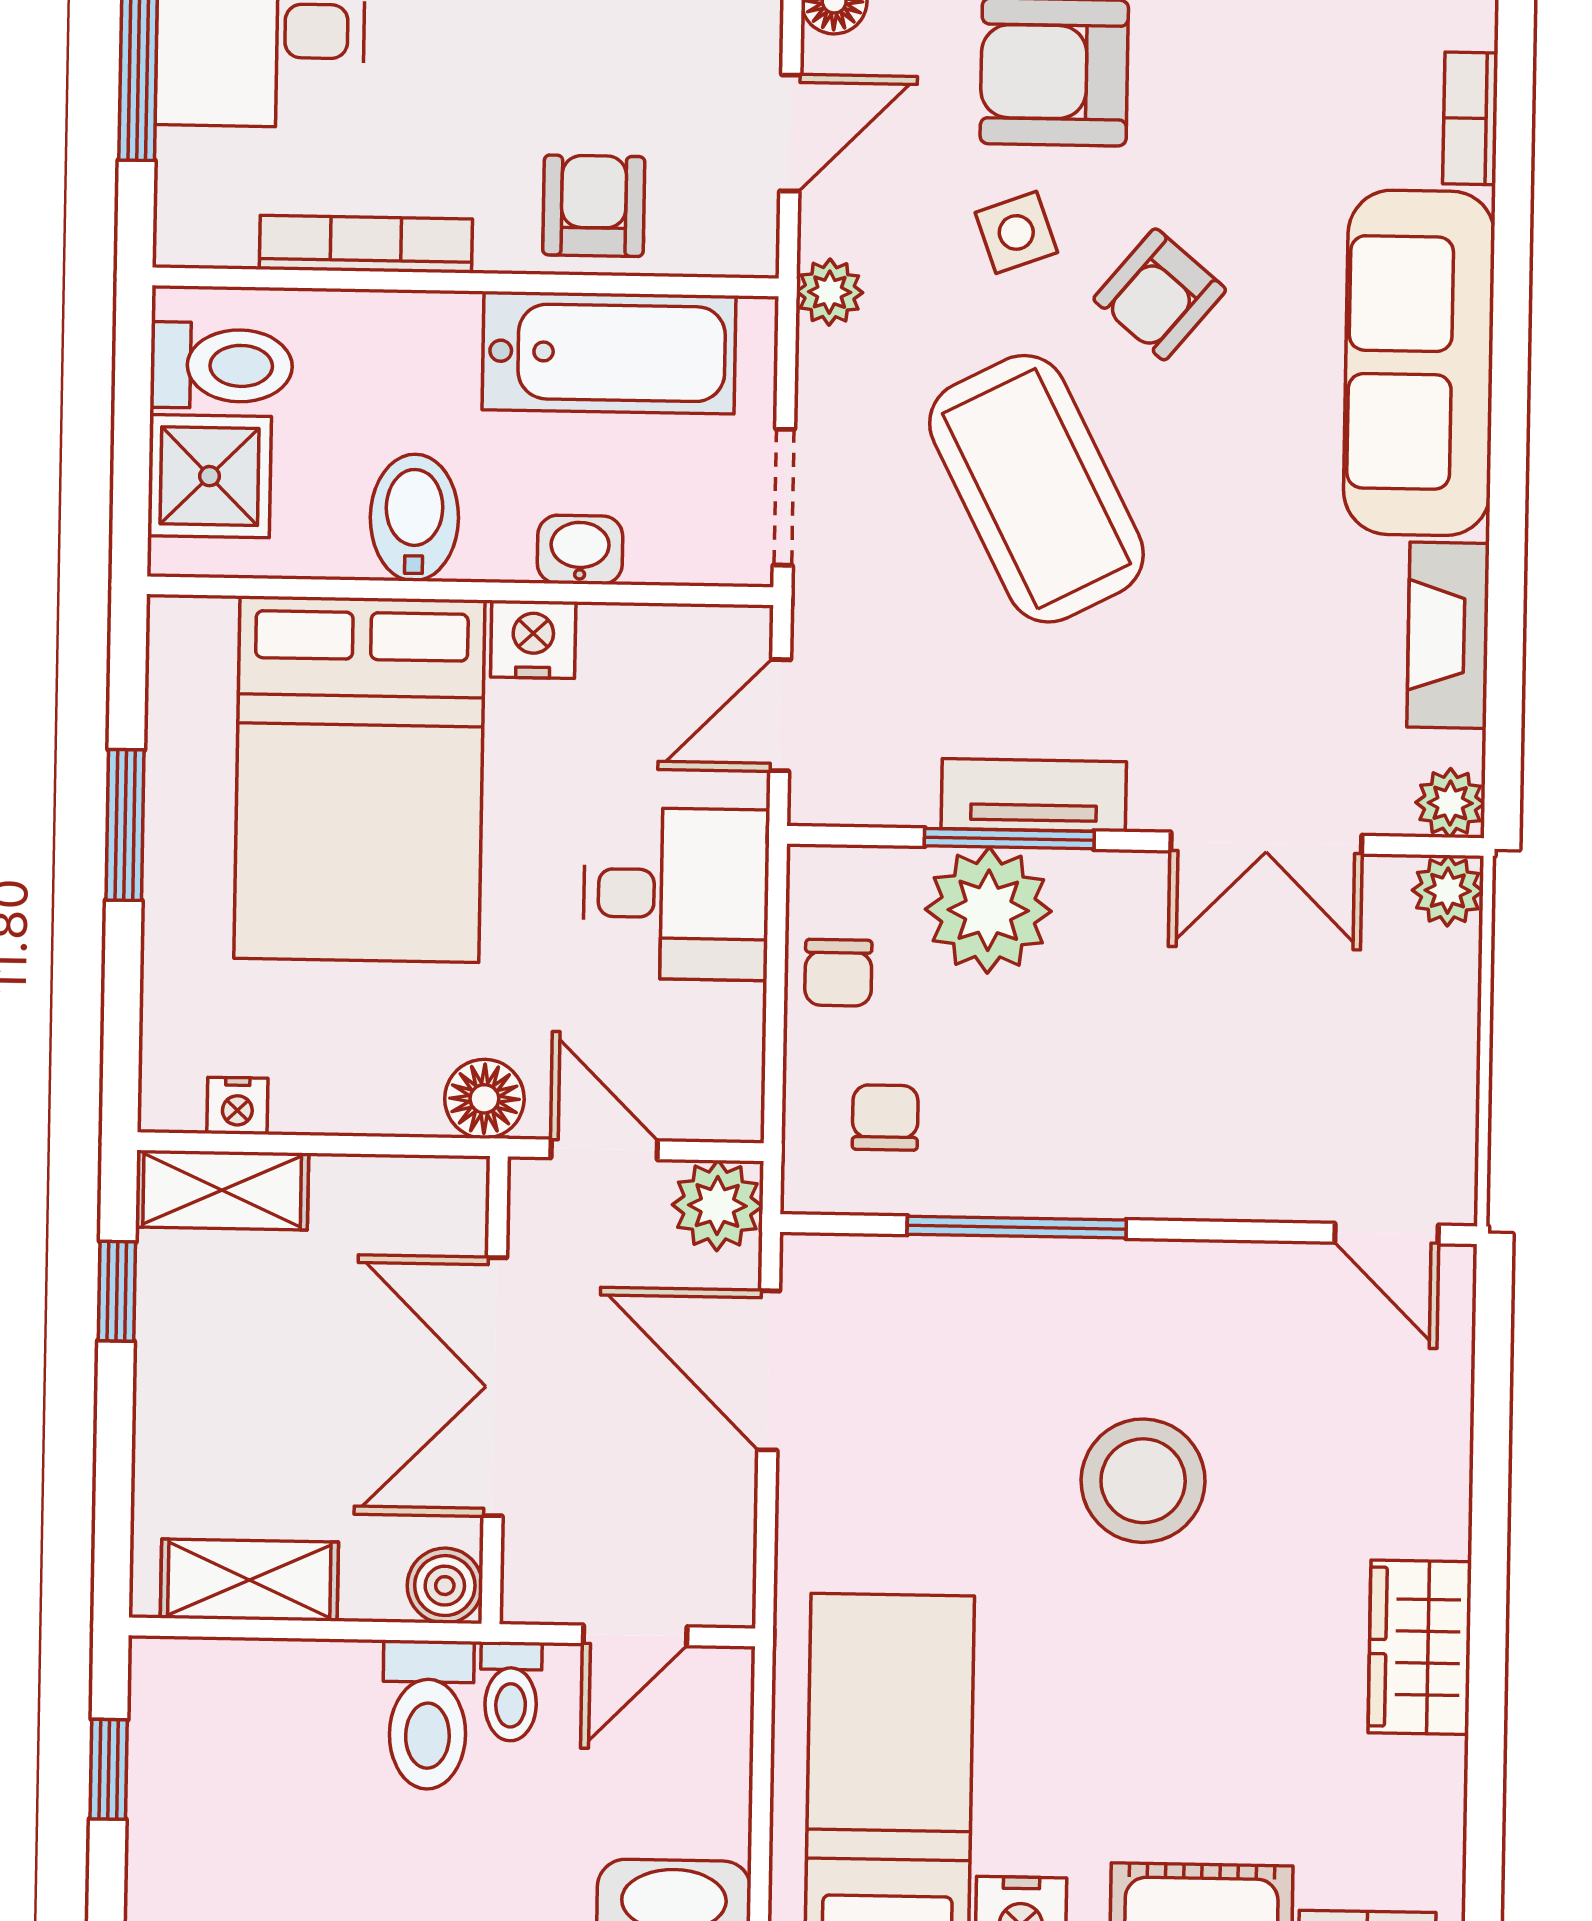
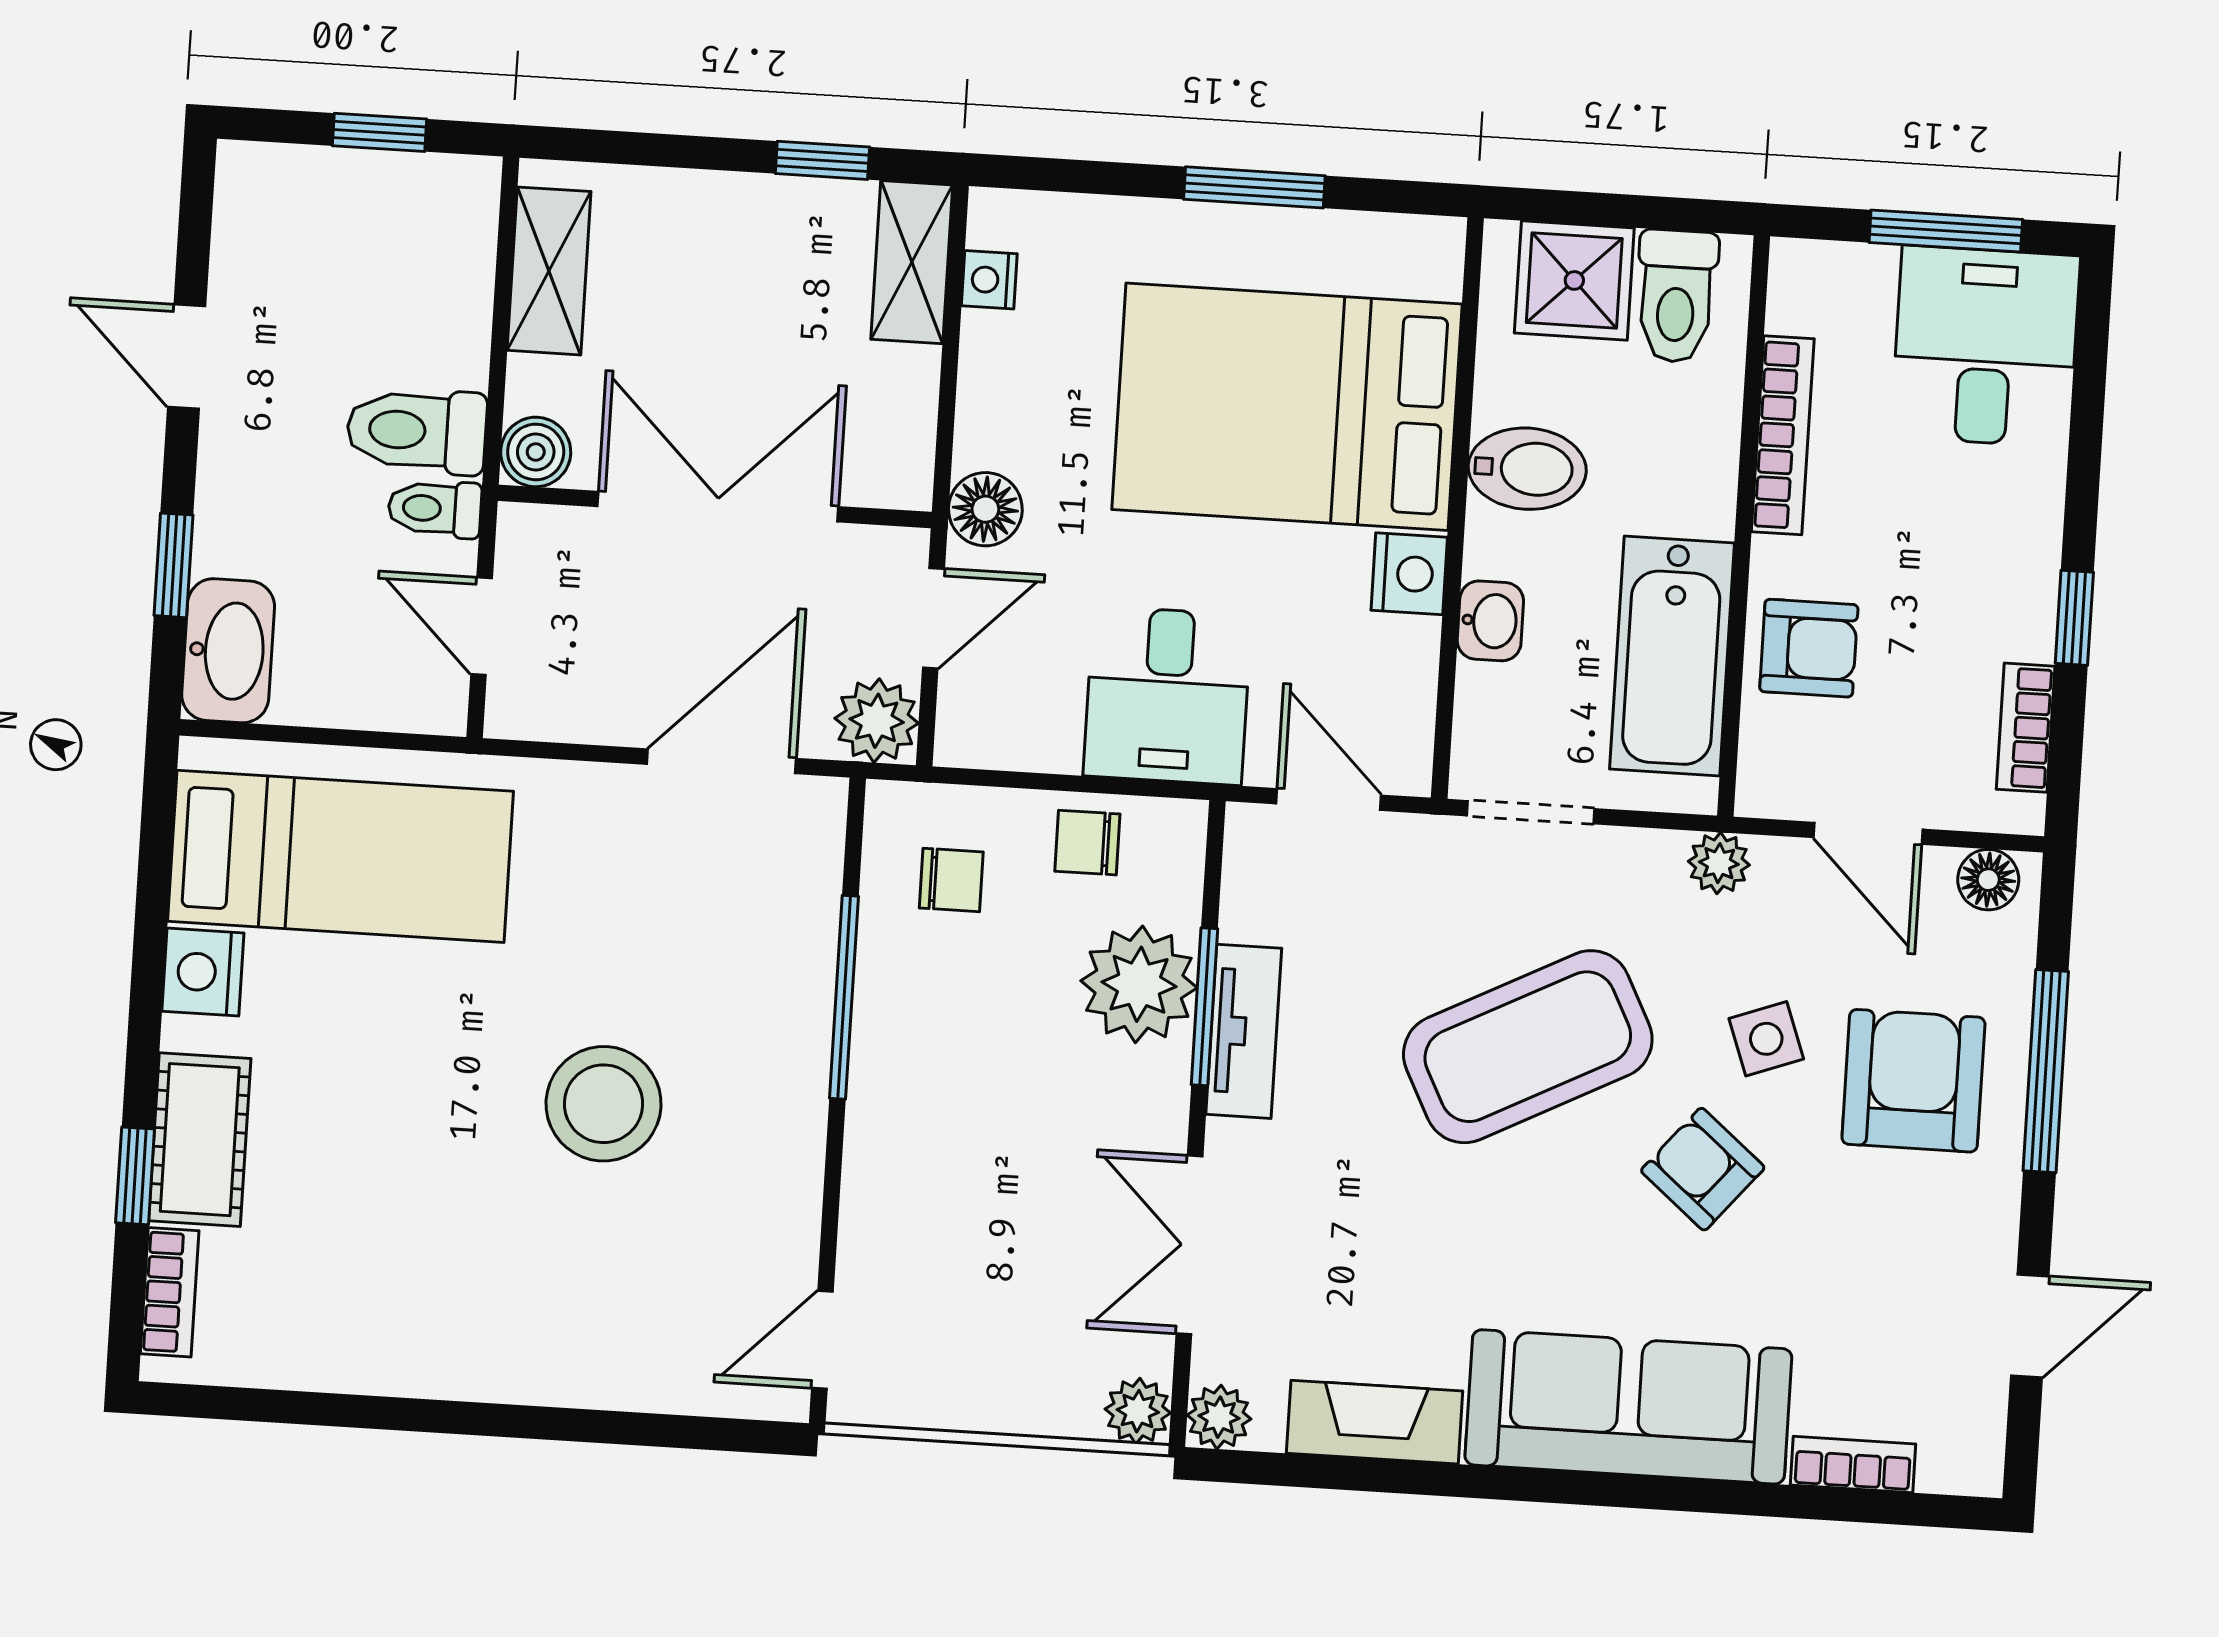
wardrobe: (1420, 1647) -> (437, 1353), removed

